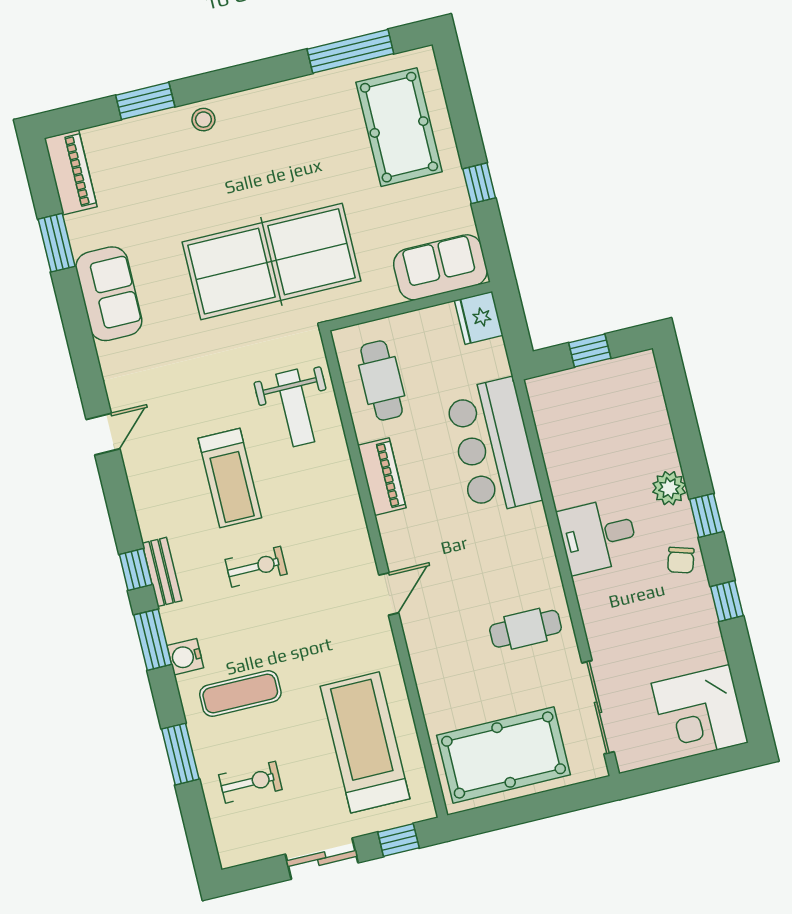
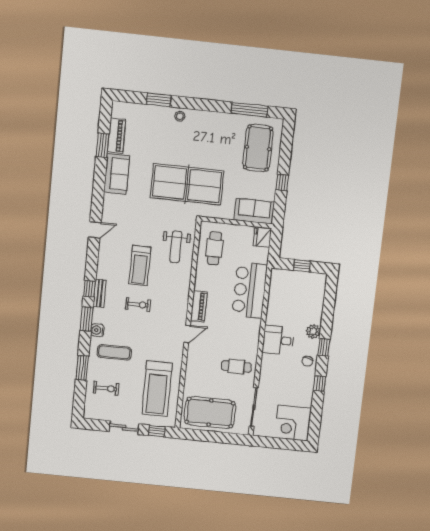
piano: (71, 172) -> (116, 136), moved
piano: (382, 477) -> (199, 306), moved
treadmill: (365, 742) -> (157, 389), turned 180

